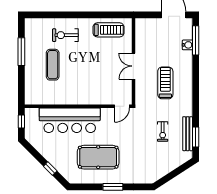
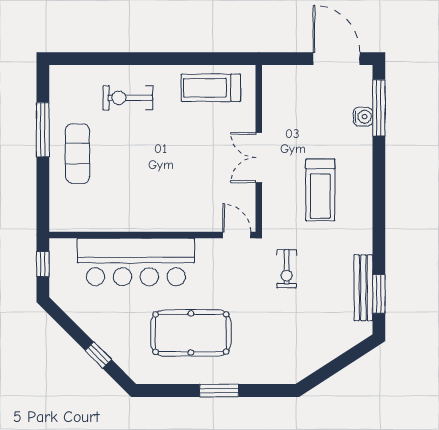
treadmill: (109, 30) -> (211, 88), turned 180
exercise mat: (53, 65) -> (78, 154), moved
treadmill: (165, 83) -> (320, 190), turned 180
door: (122, 106) -> (237, 235), swing flipped
exercise bike: (163, 132) -> (287, 269), moved

